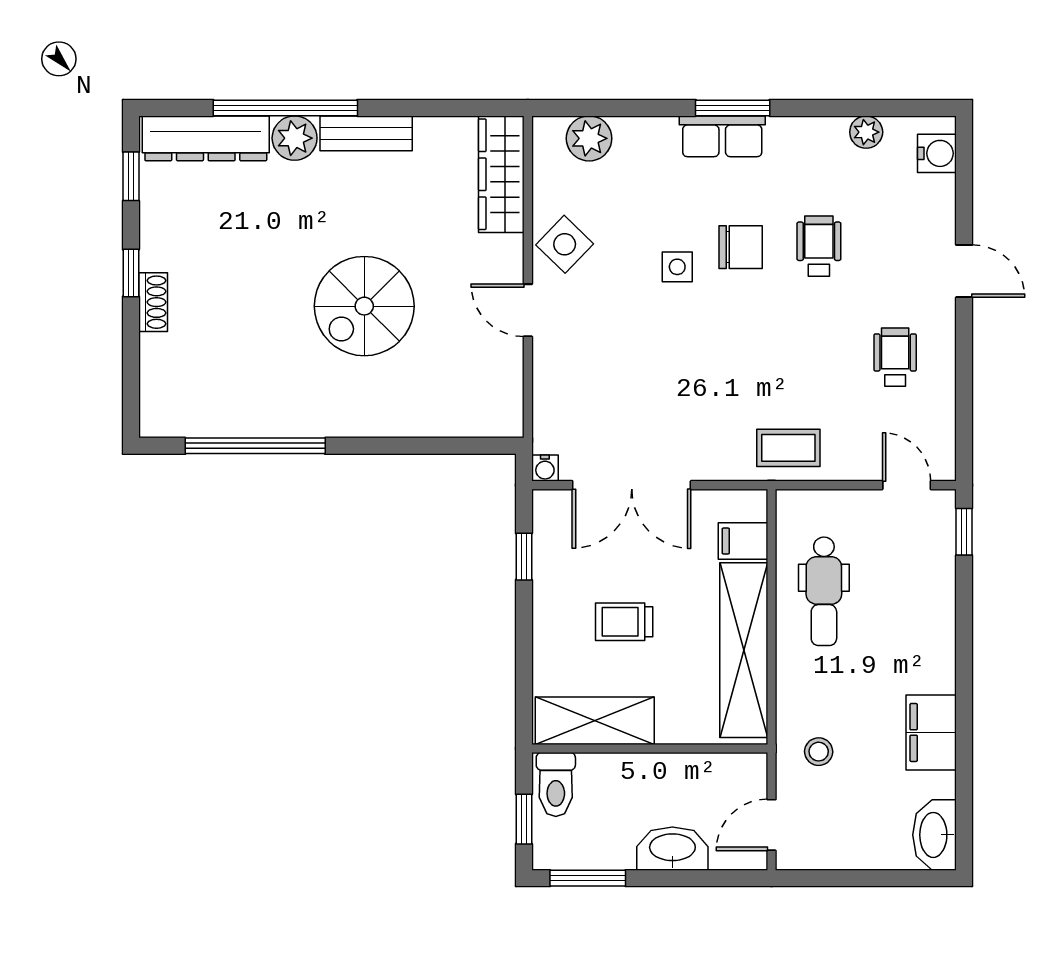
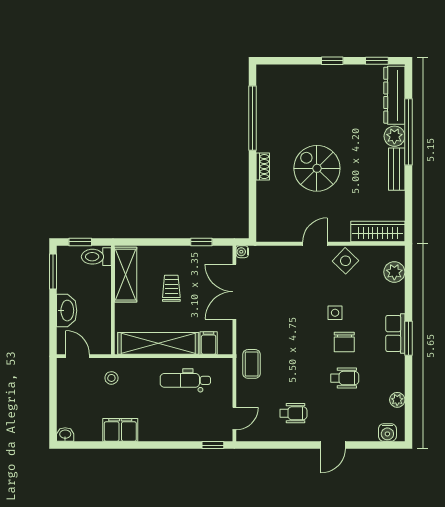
shoe rack: (153, 302) -> (263, 167), moved, turned -90
washbasin: (935, 835) -> (65, 435), width x0.52, depth x0.69

